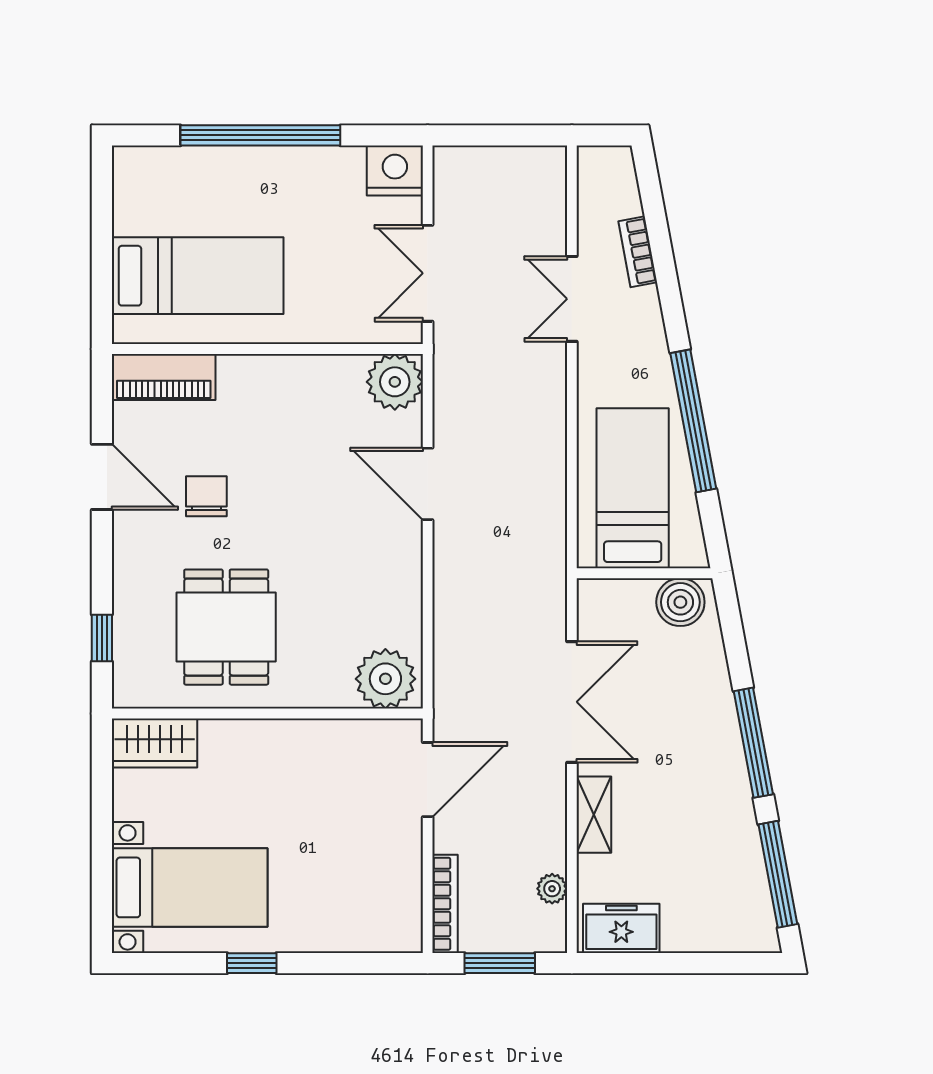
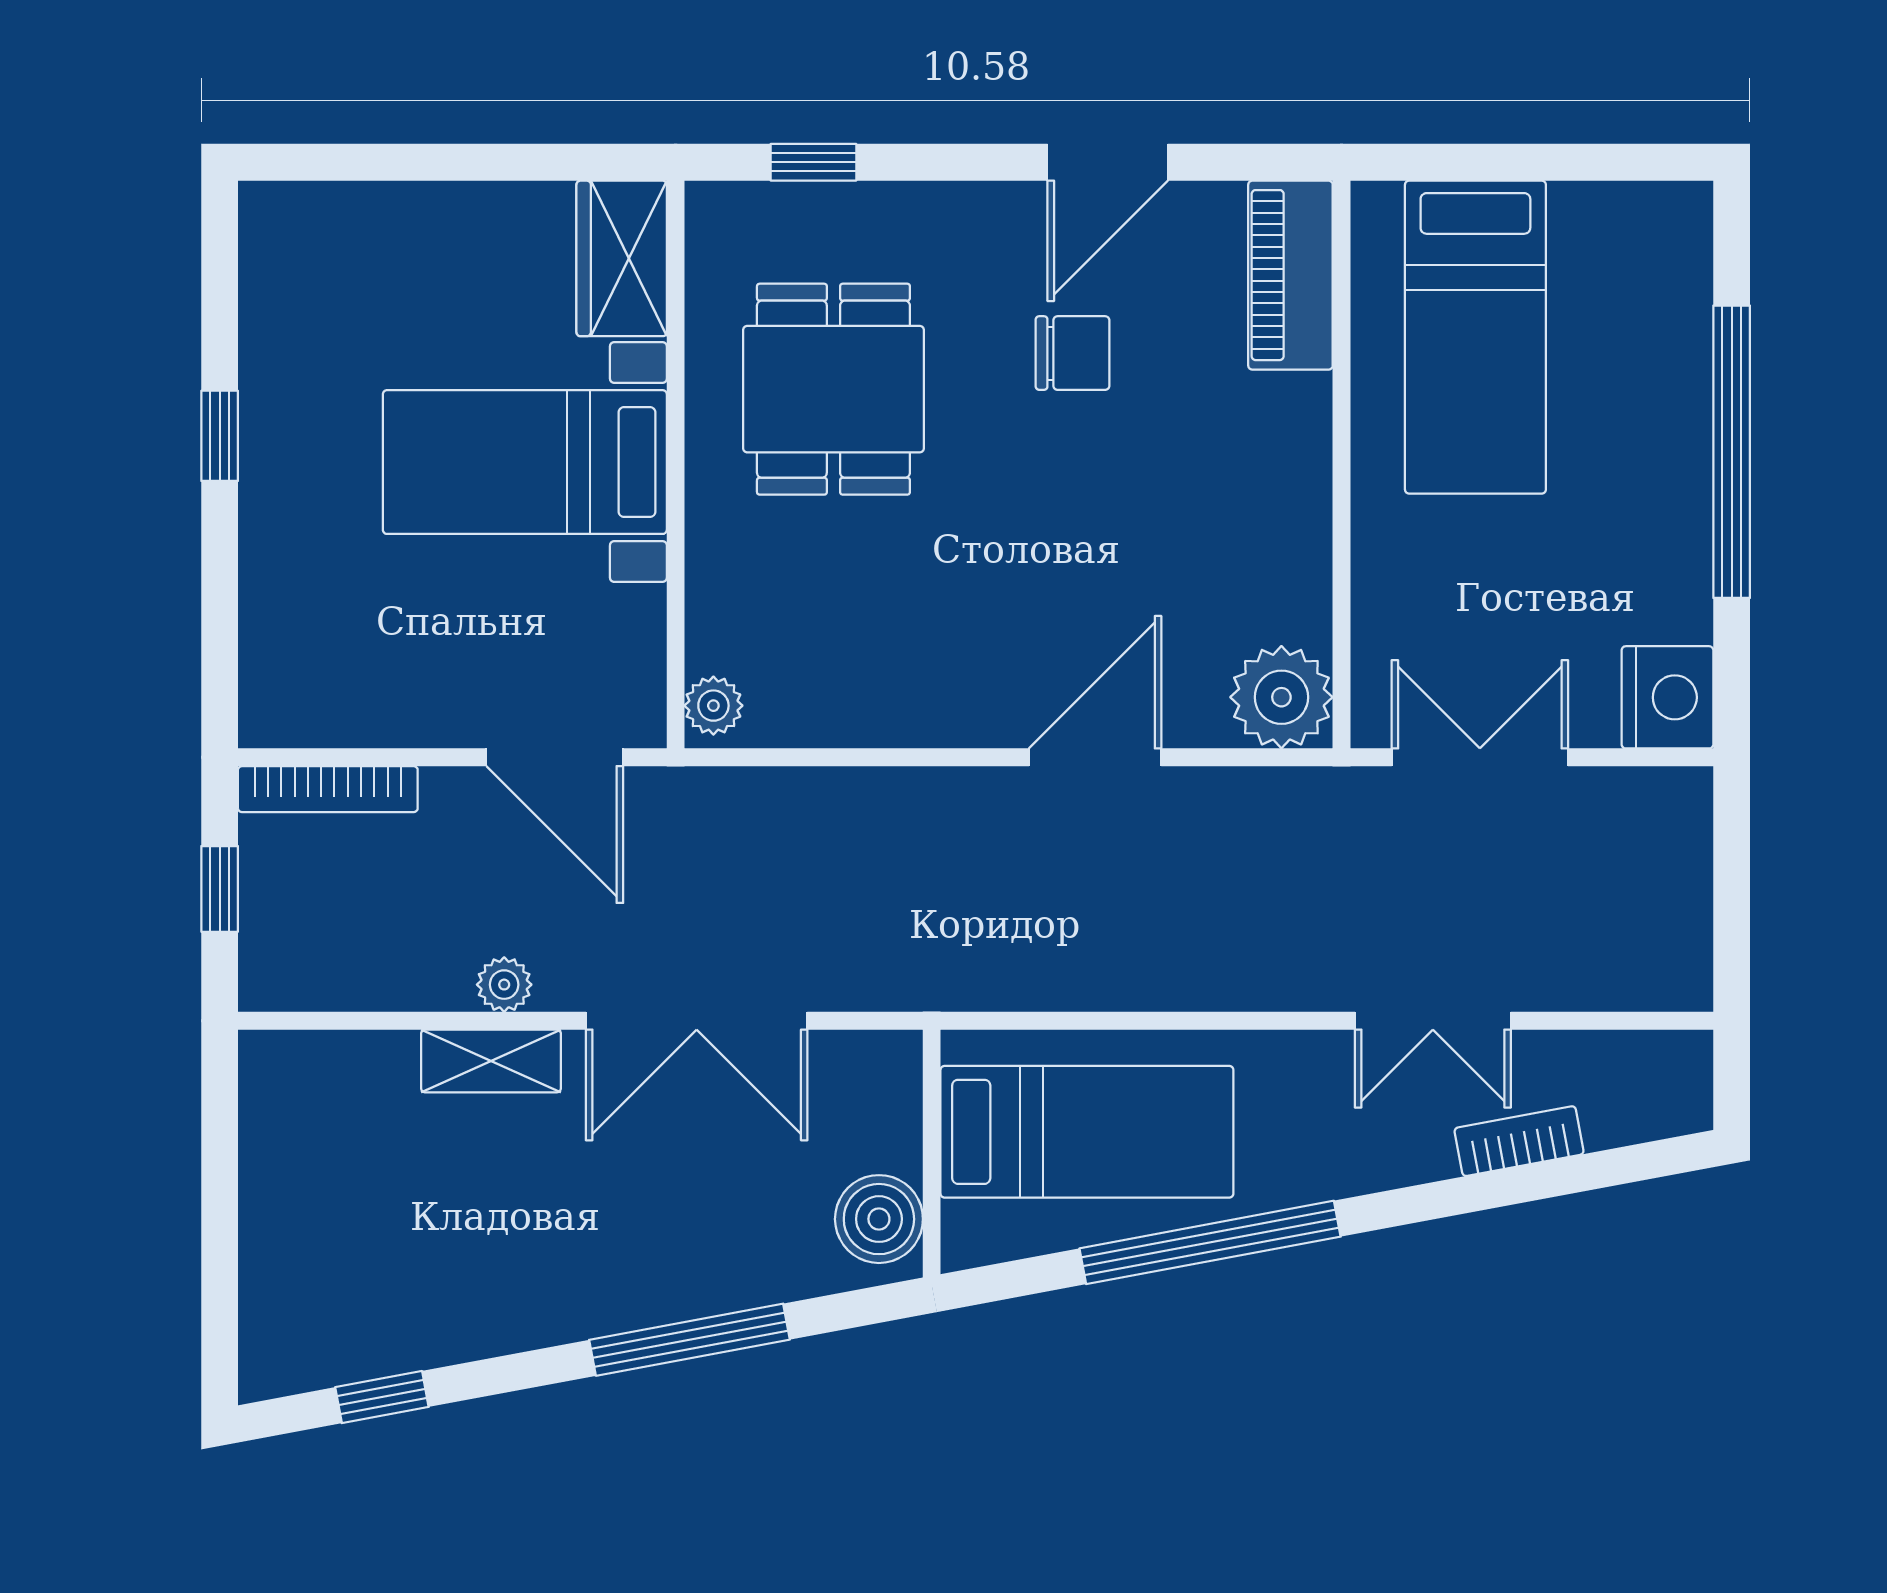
double door: (572, 299) -> (1433, 1021), swing flipped
dining table: (226, 627) -> (833, 389), turned 90
plant: (385, 679) -> (713, 706), width x0.53, depth x0.53
window: (753, 743) -> (690, 1340), moved
window: (778, 874) -> (382, 1397), width x0.46
bed with nightstands: (190, 887) -> (525, 462), moved, turned 90
plant: (552, 889) -> (504, 985), moved
freezer: (621, 928) -> (283, 1111), removed
window: (500, 963) -> (220, 889), width x0.67

